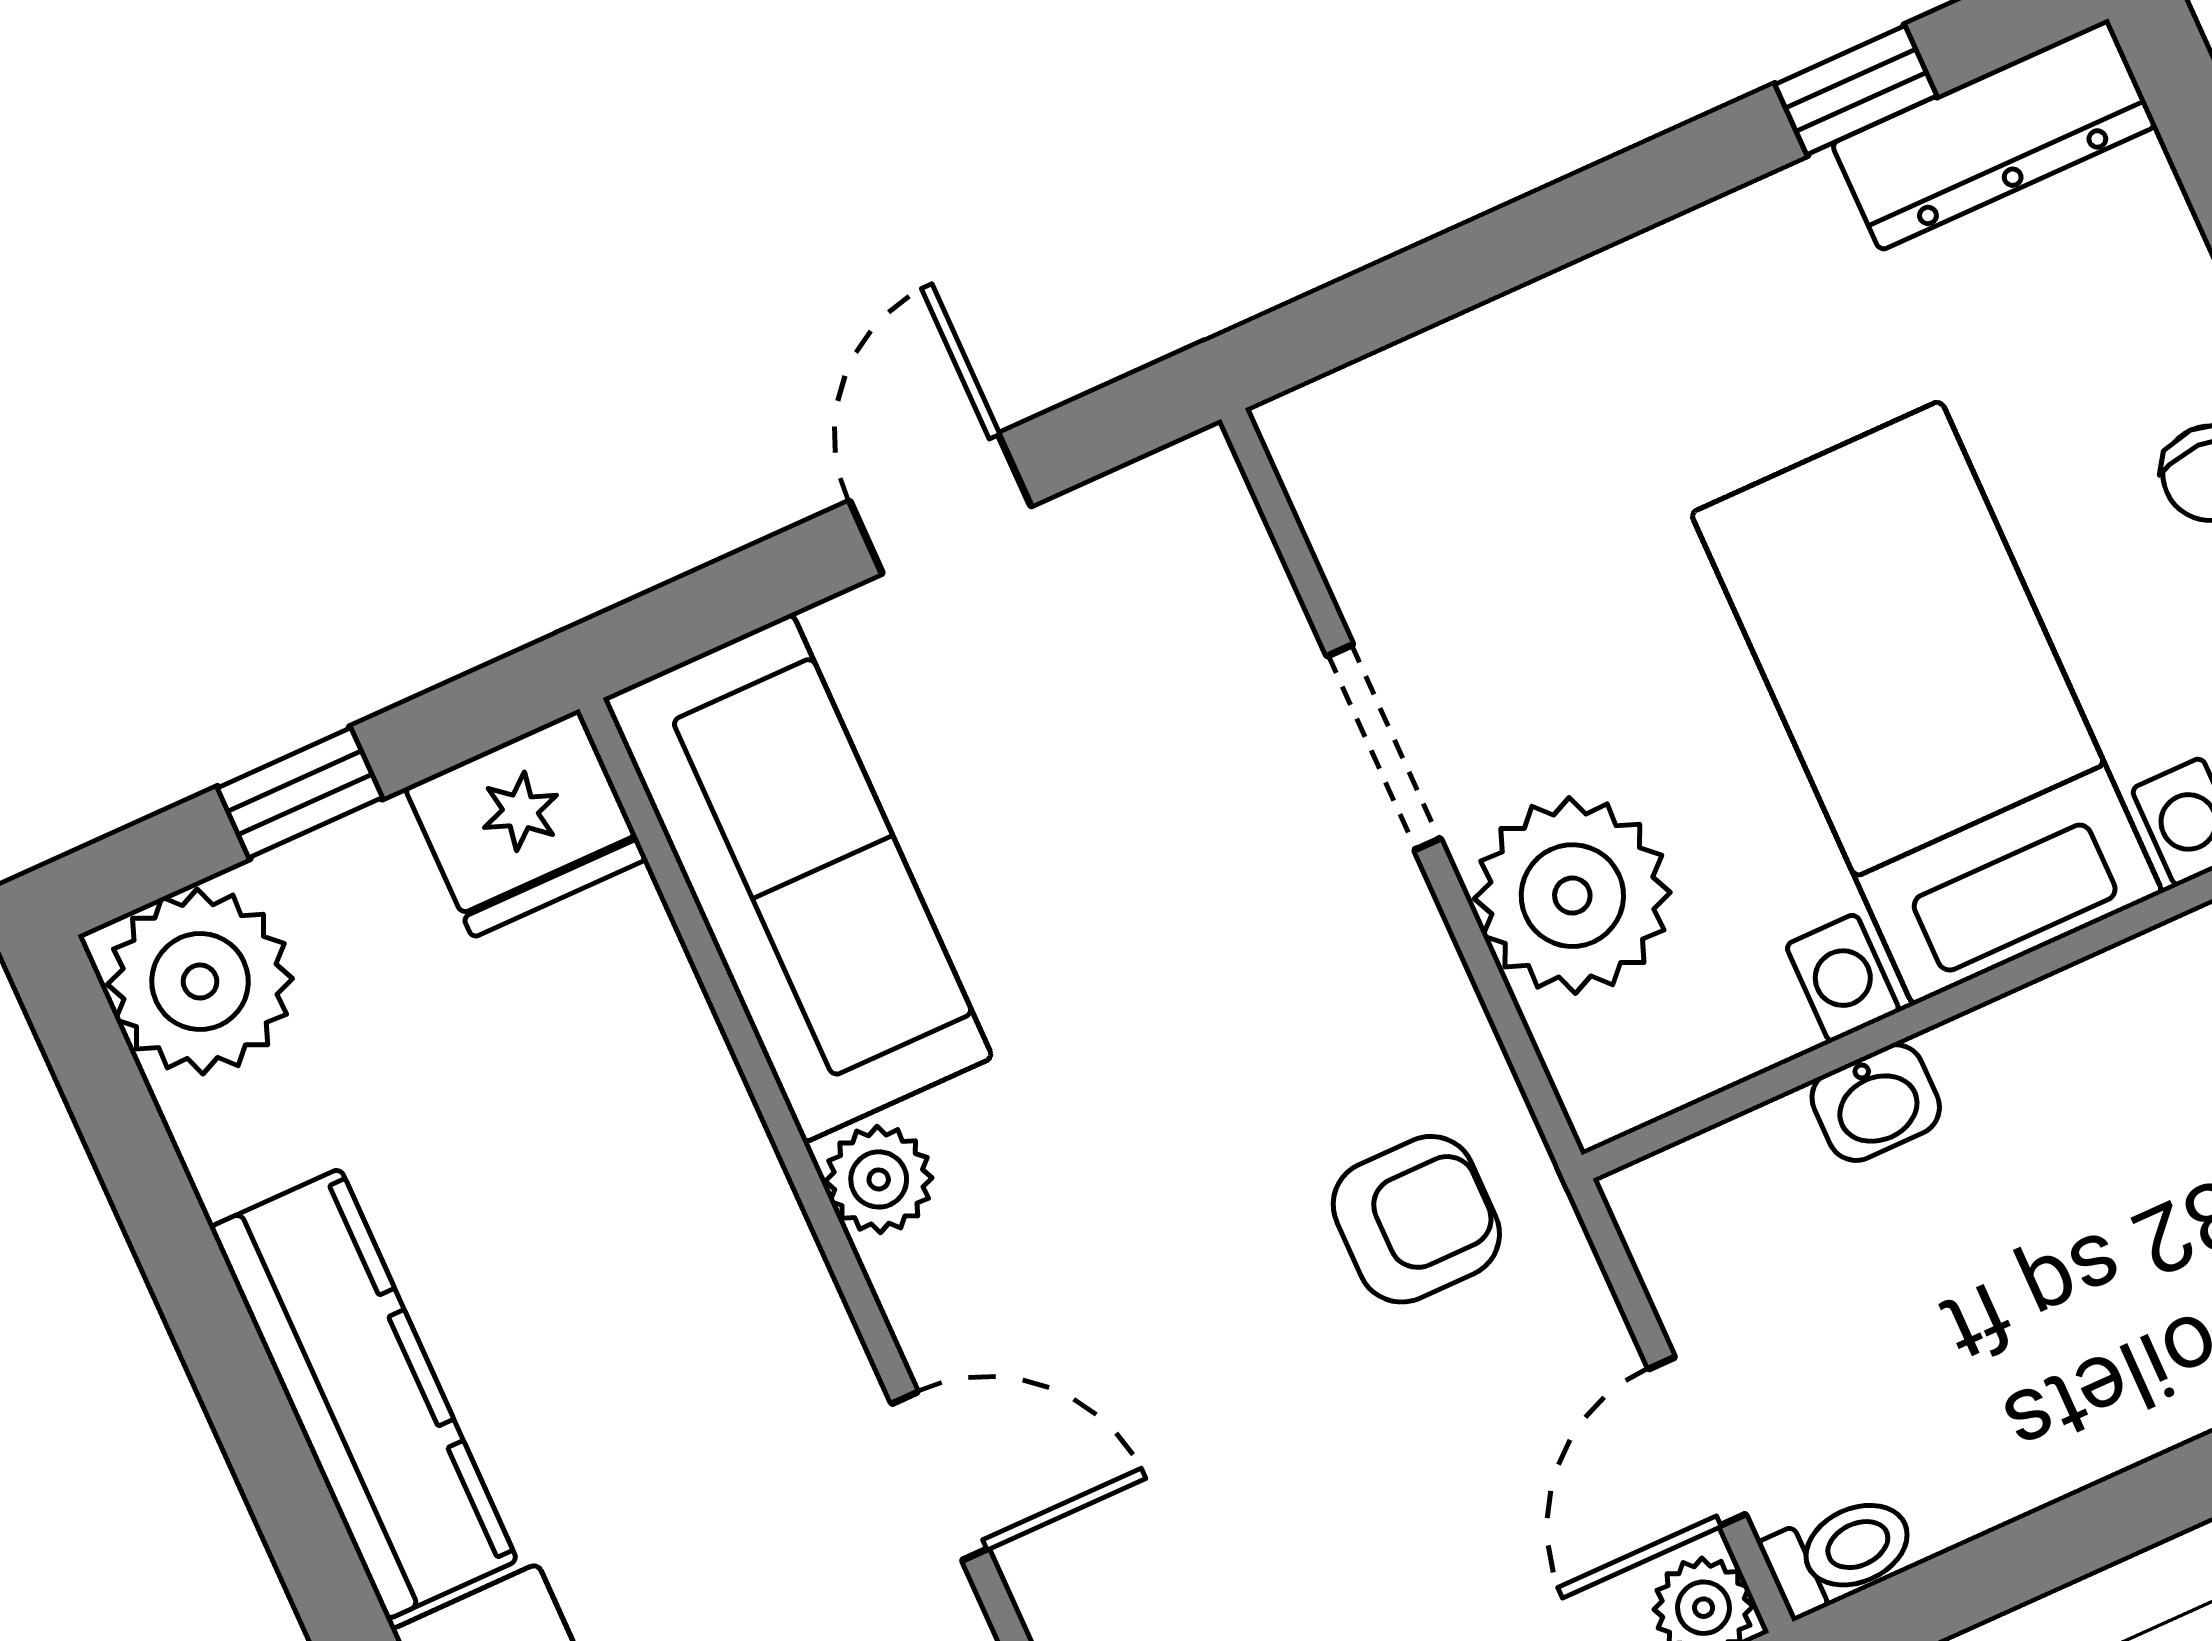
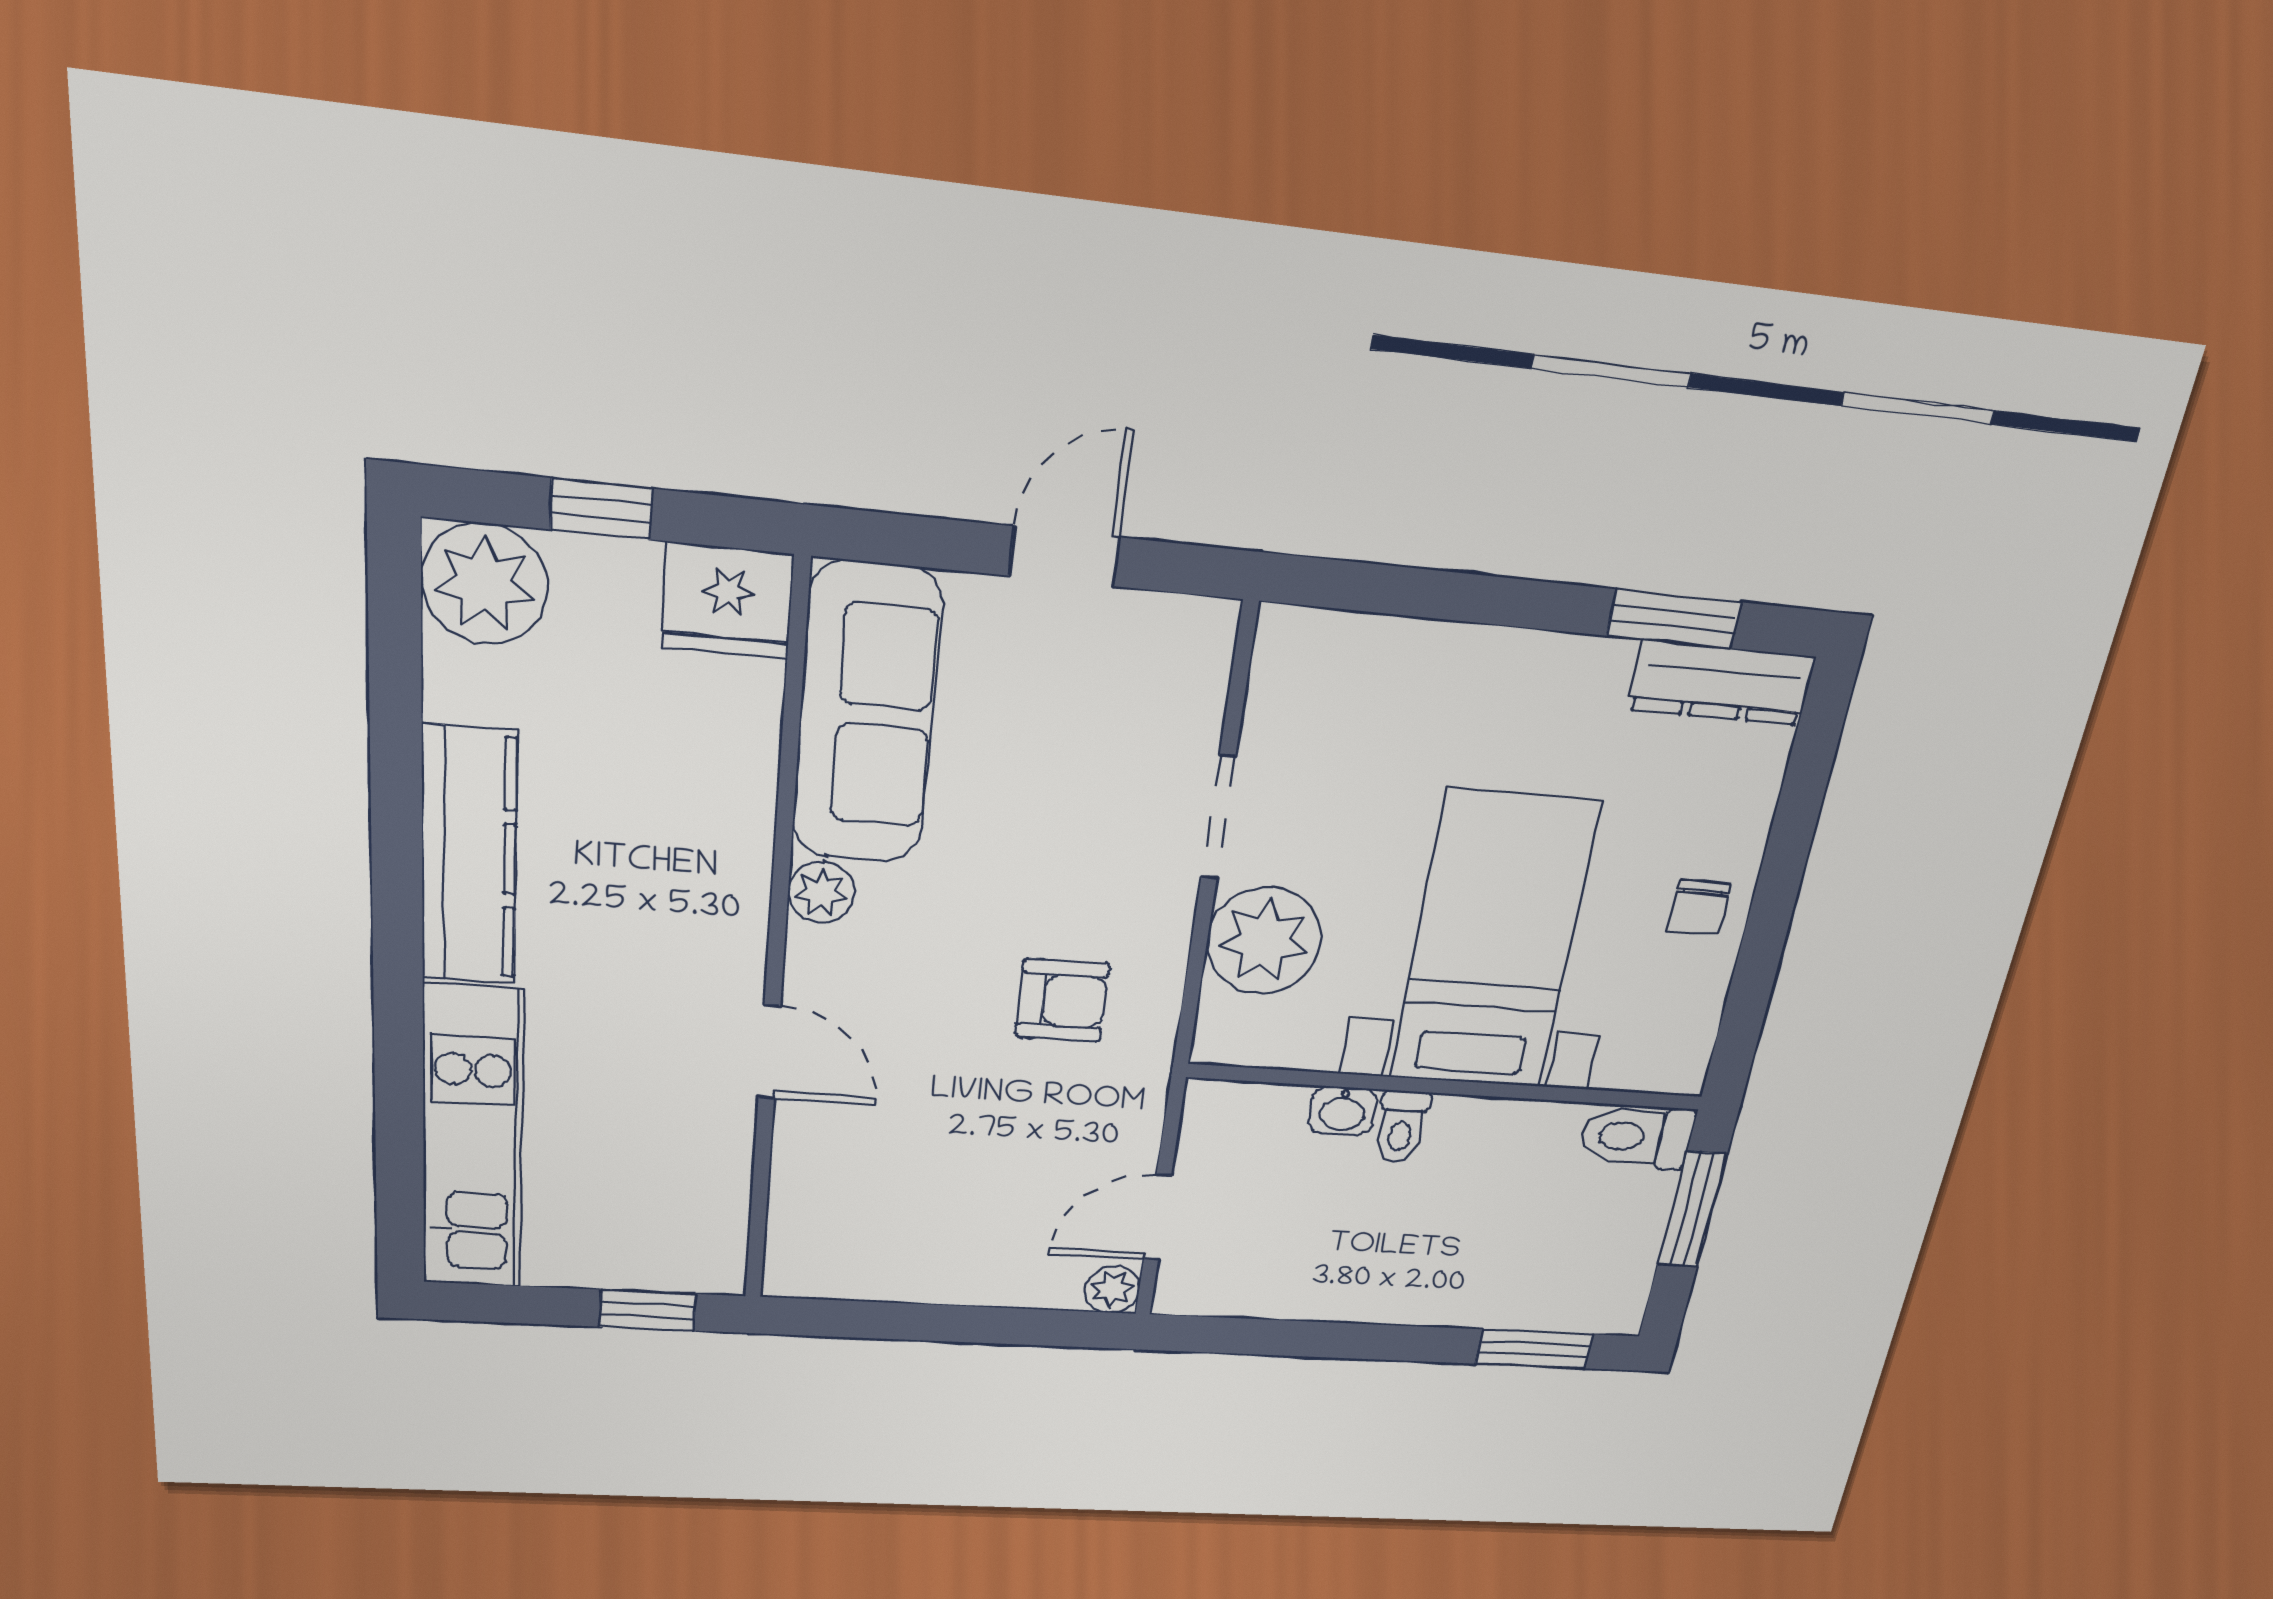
window: (1856, 90) -> (1674, 619), width x1.50
armchair: (1416, 1219) -> (1062, 1000), moved
toilet: (1840, 1553) -> (1401, 1127), moved, turned 90

